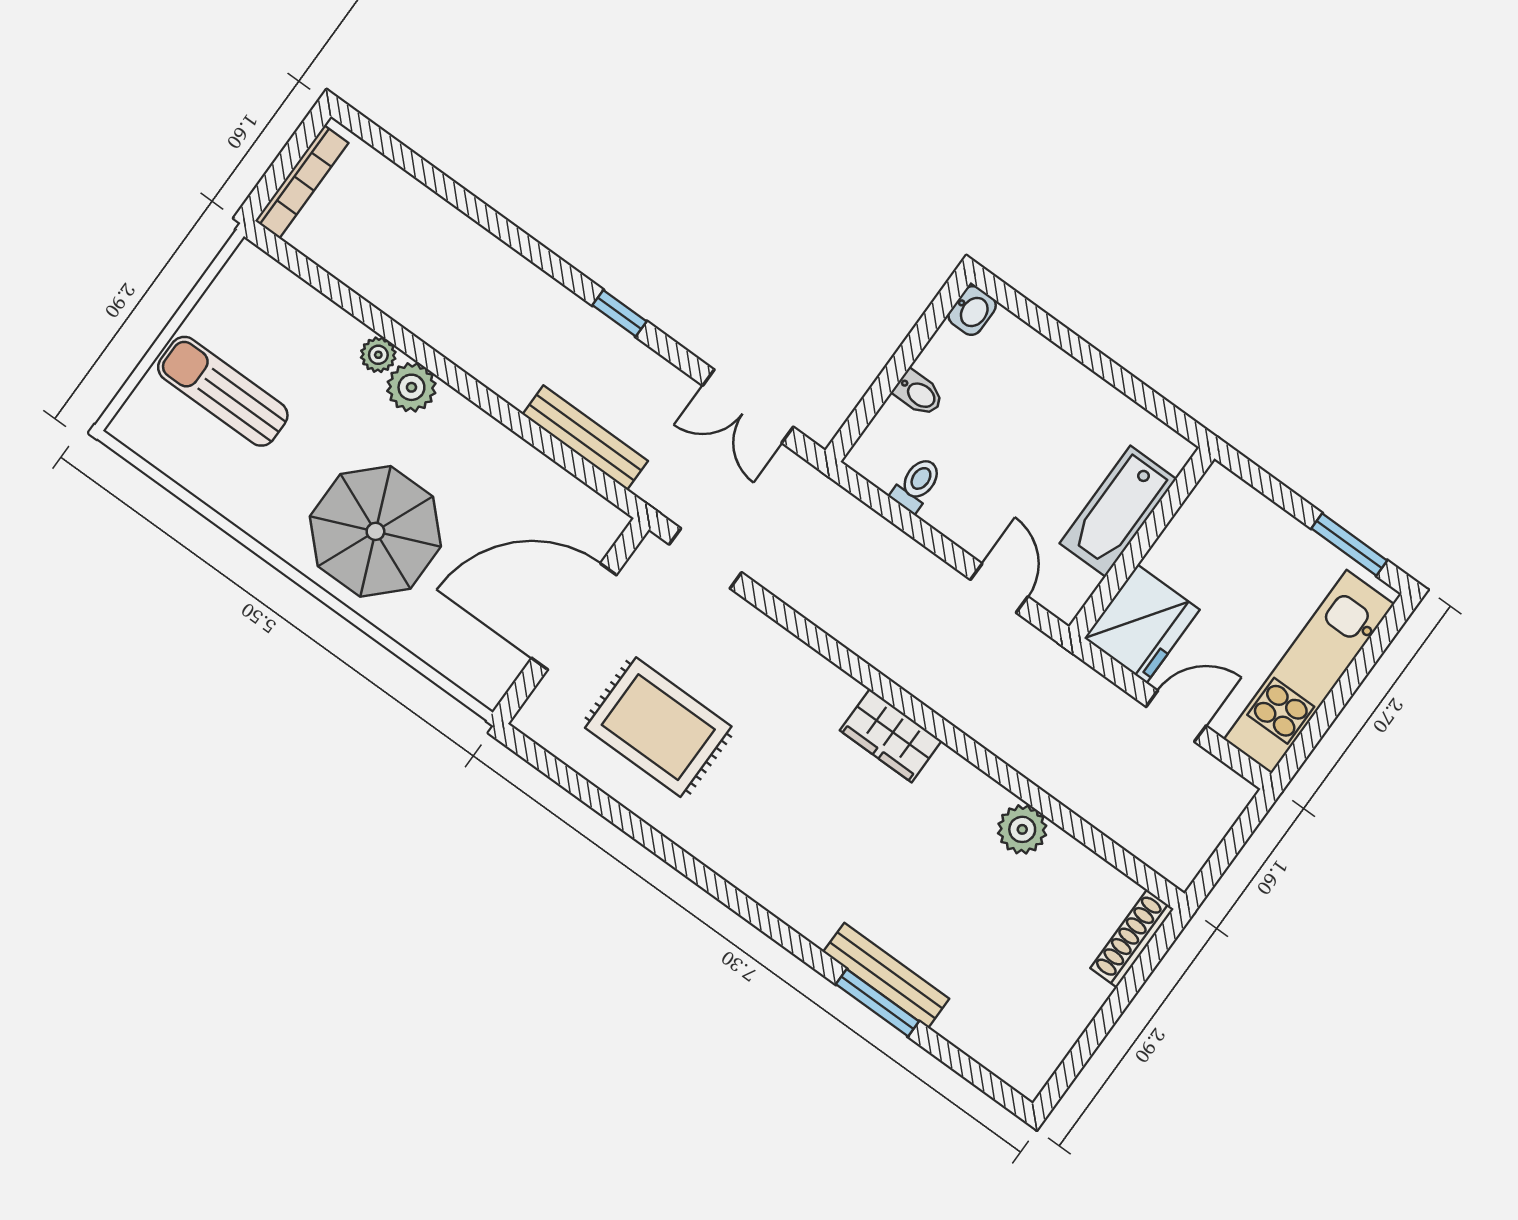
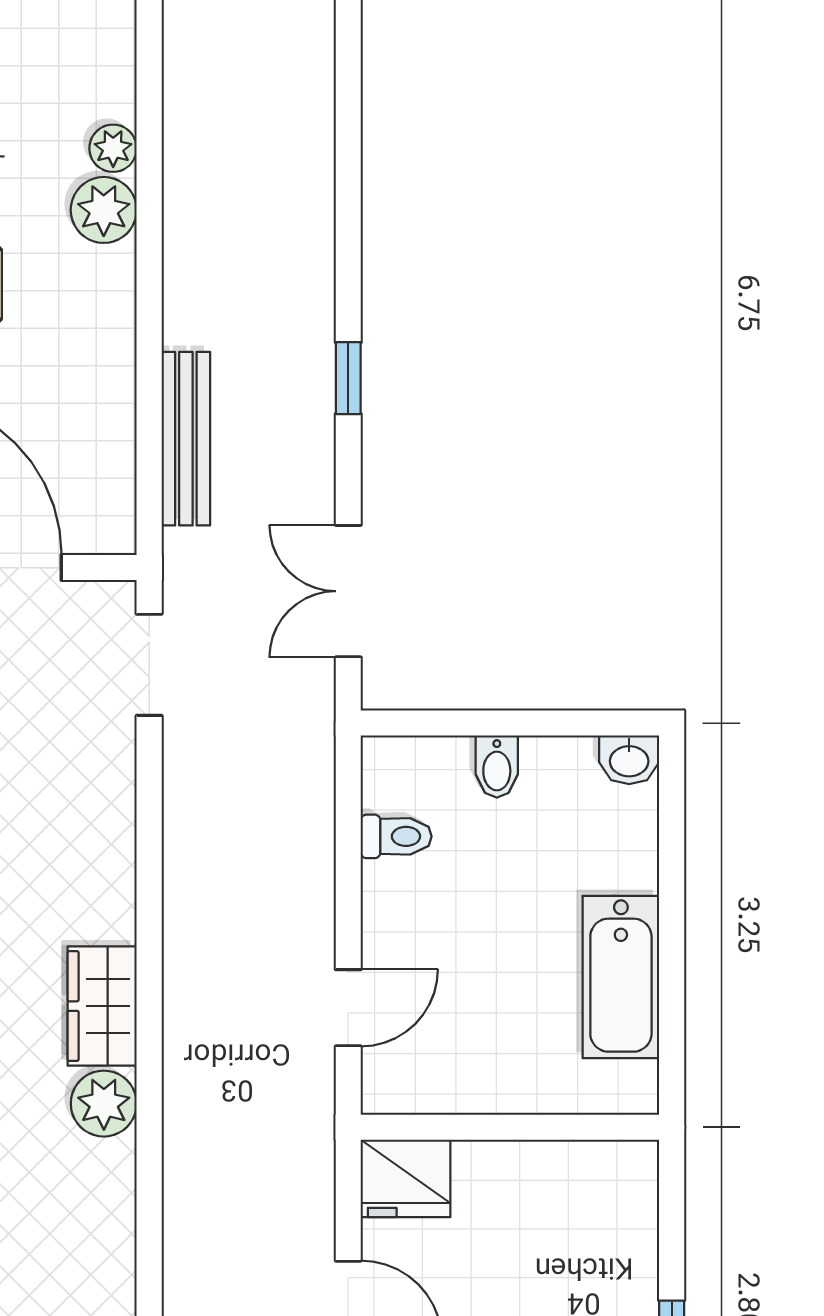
bathtub: (1118, 511) -> (621, 977), moved, turned -90
fridge: (1142, 624) -> (406, 1178), width x0.73, depth x0.75
plant: (1022, 829) -> (104, 1104), moved

